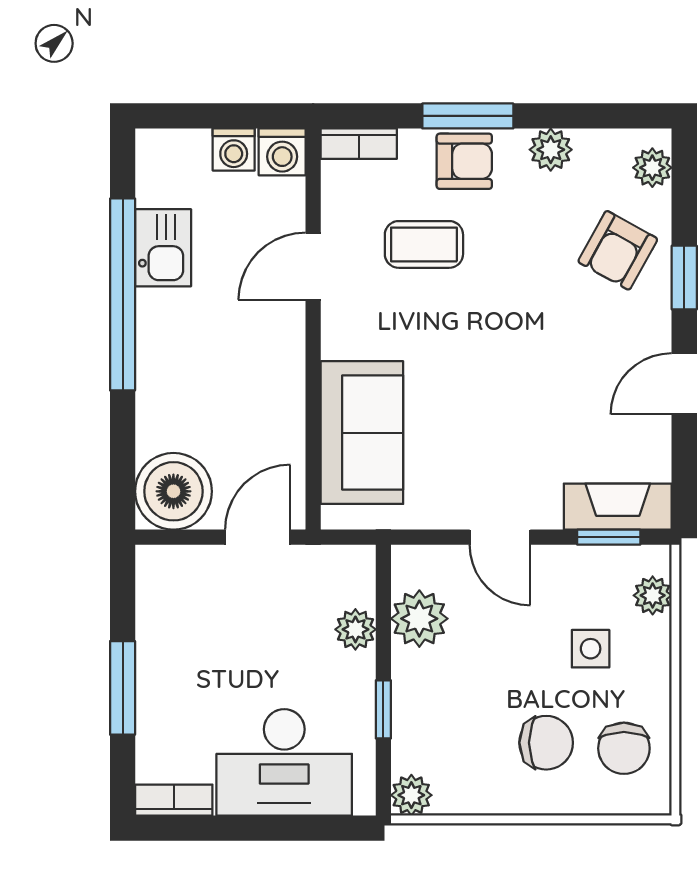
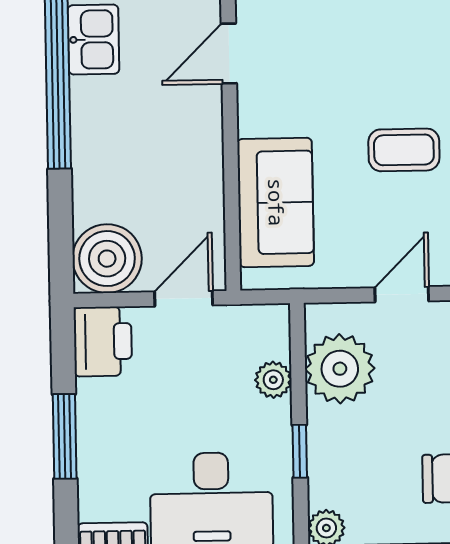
coffee table: (424, 244) -> (404, 150), moved
door: (500, 537) -> (402, 294), swing flipped
printer: (167, 583) -> (103, 341), added
plant: (419, 619) -> (340, 369), width x1.36, depth x1.36

